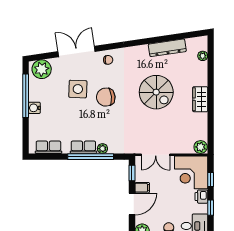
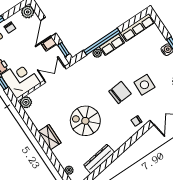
row of seats: (48, 147) -> (138, 28), width x1.48

